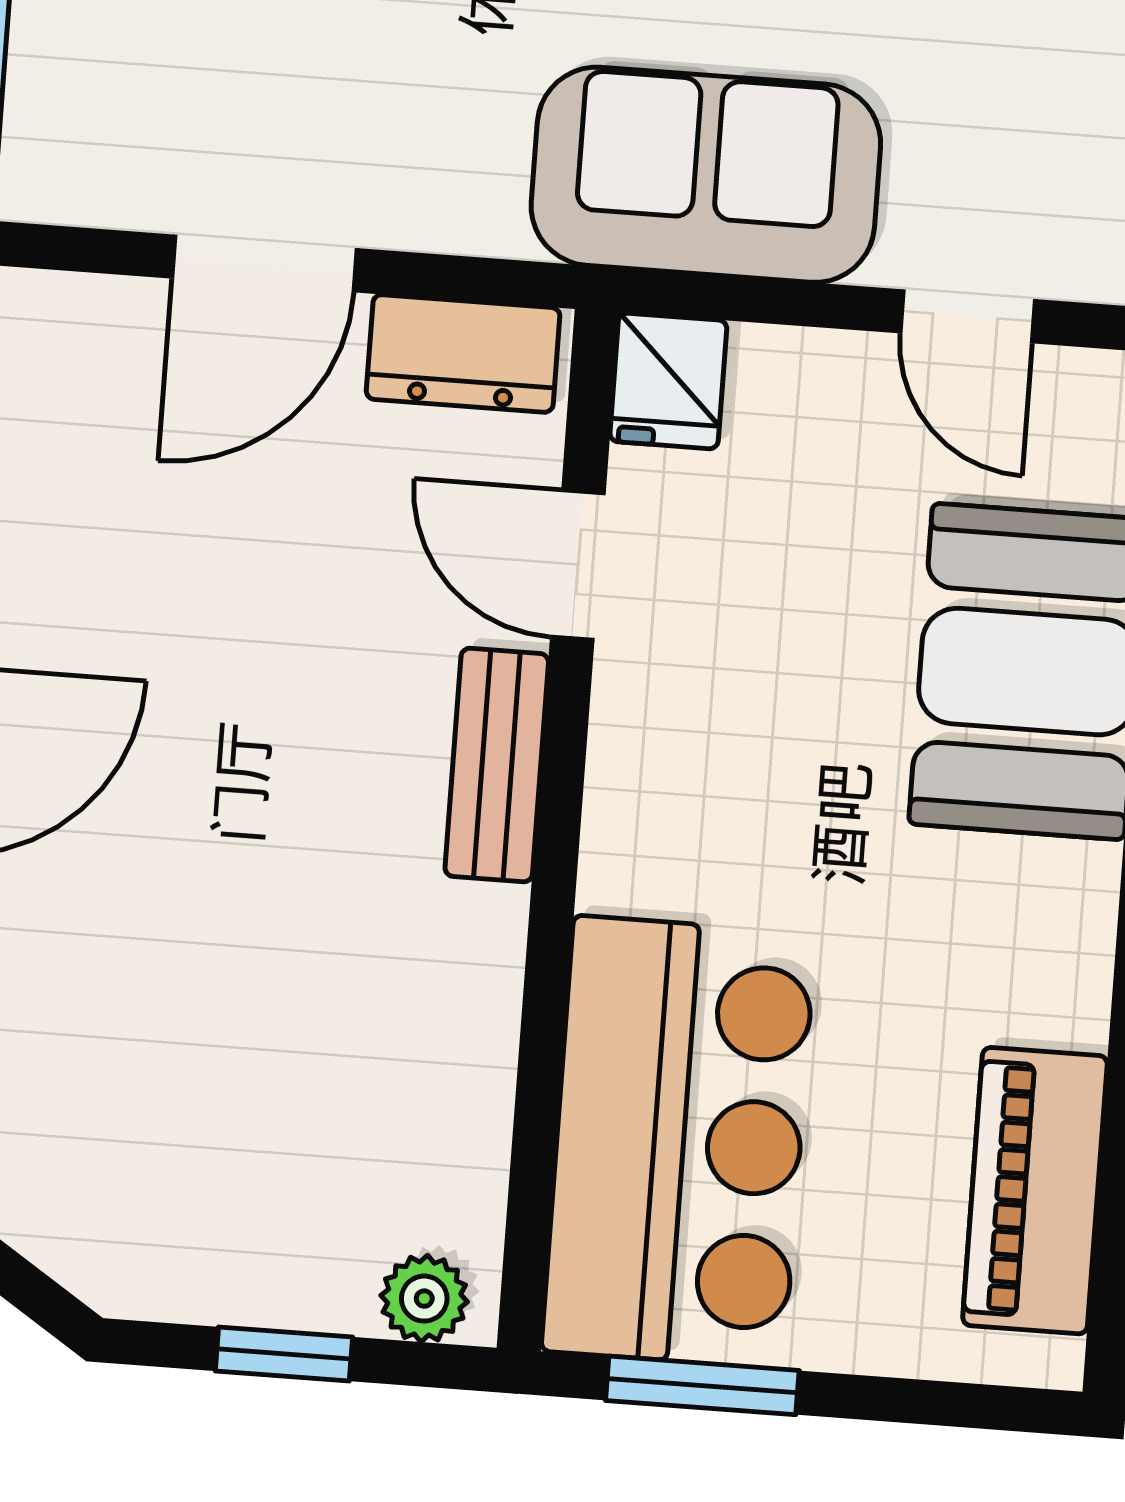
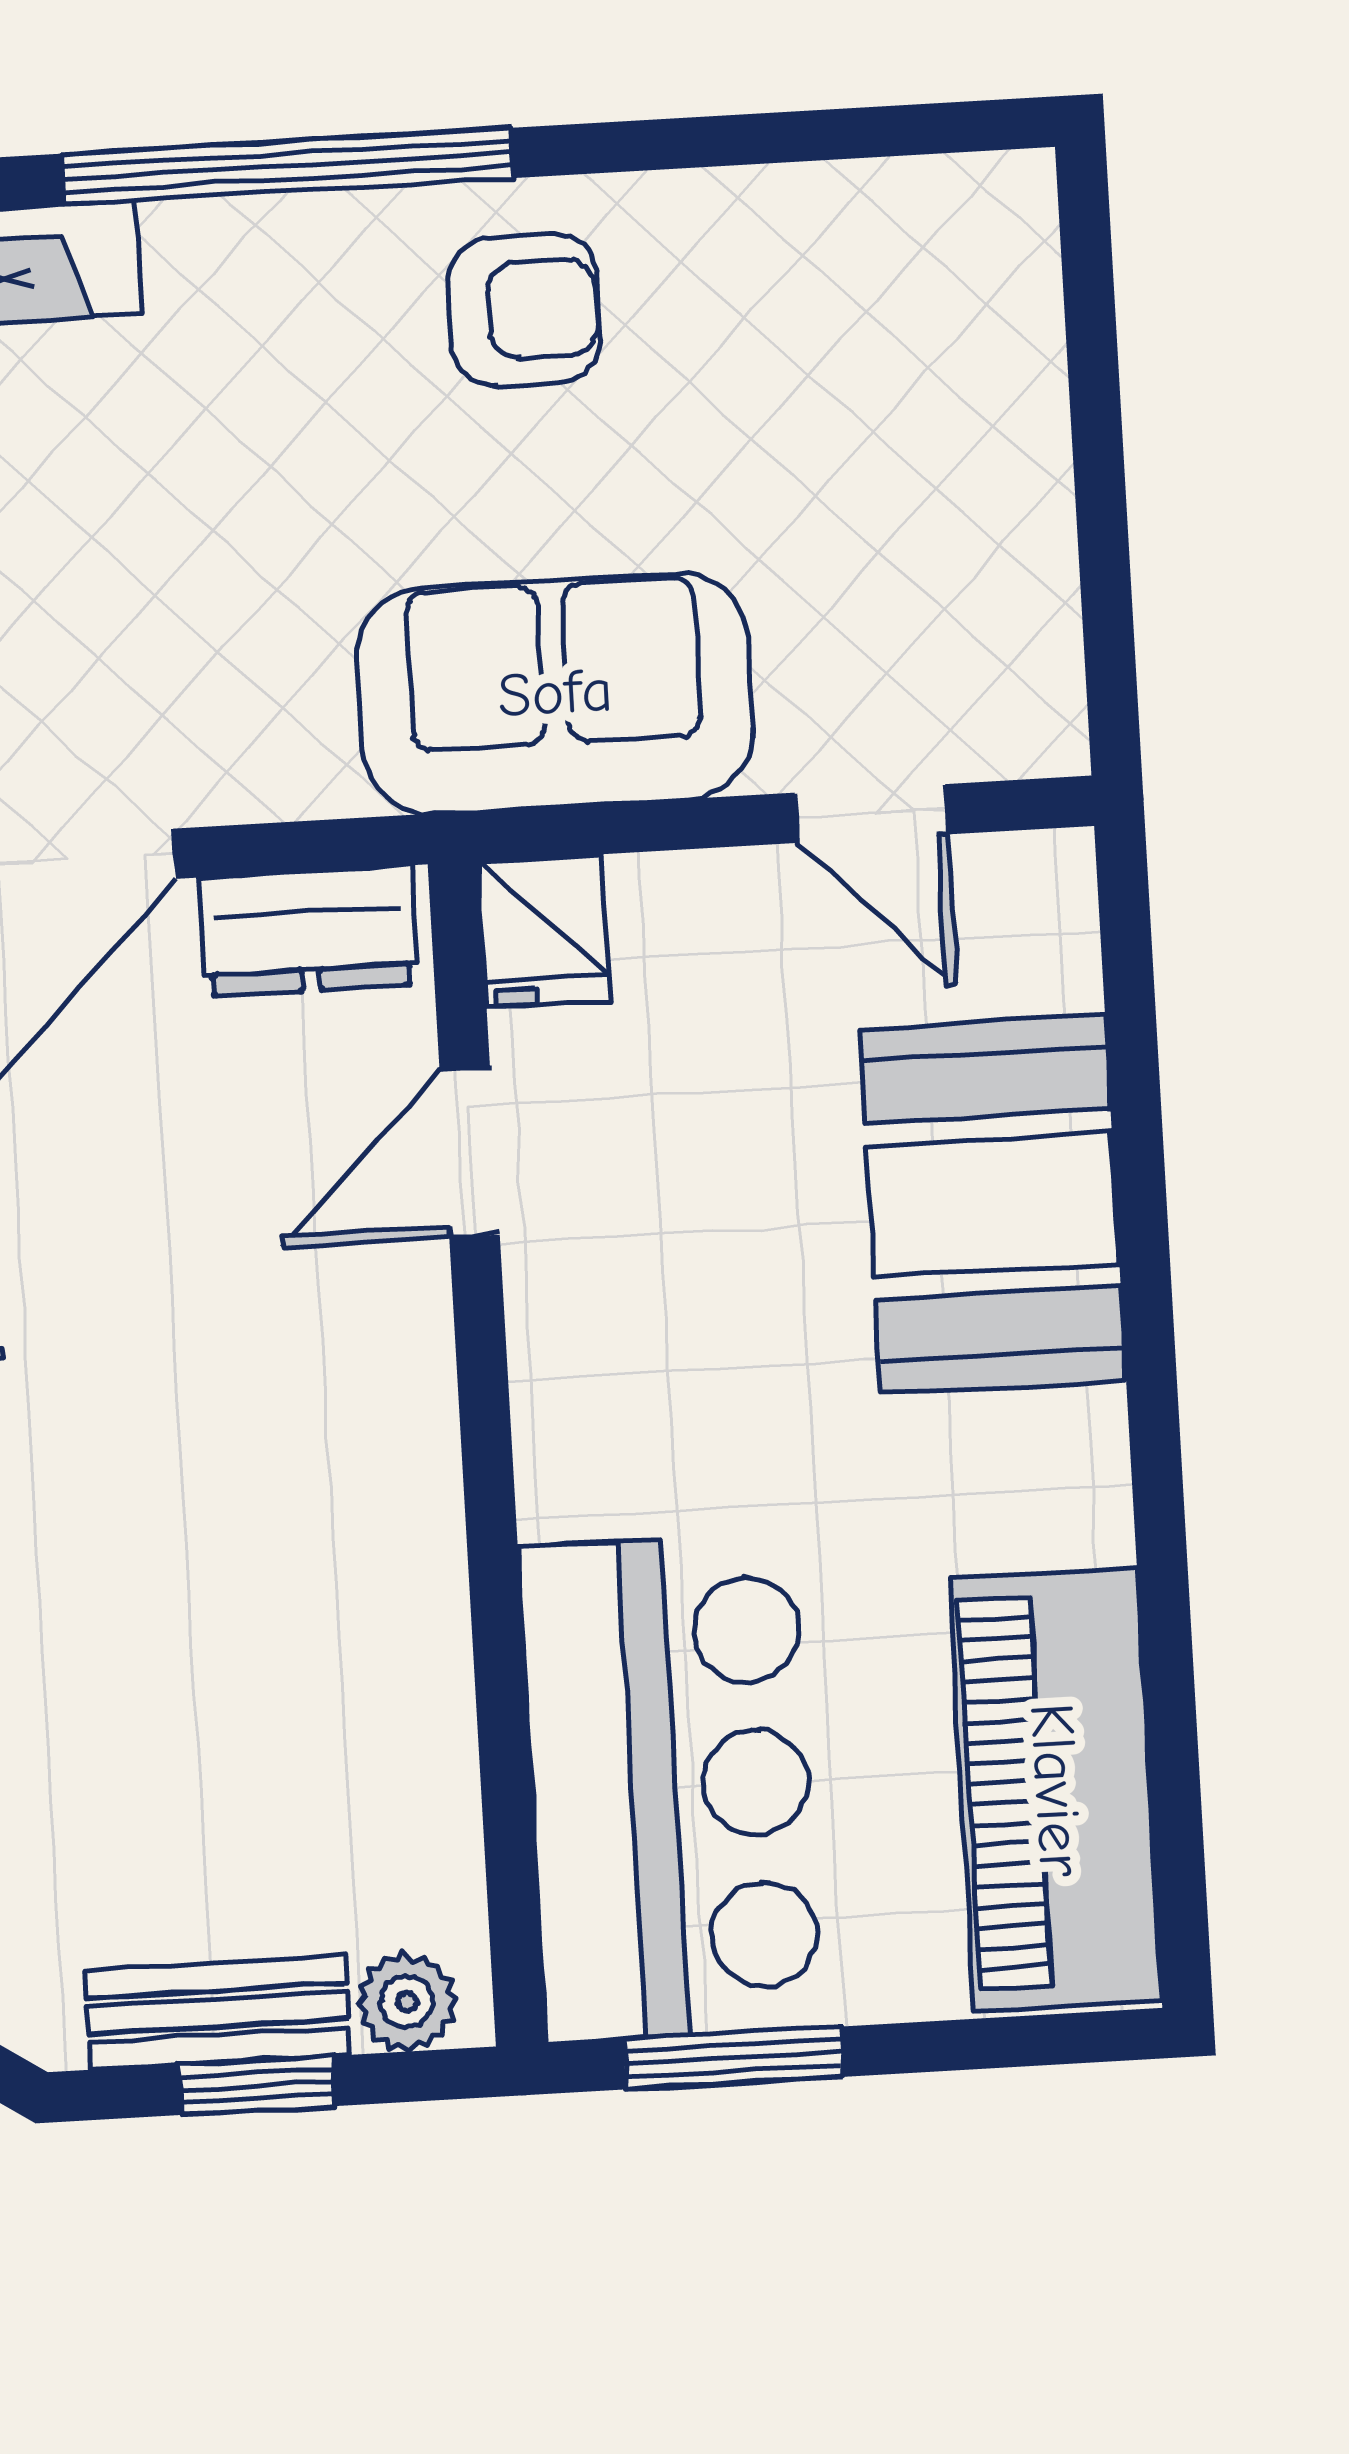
door: (578, 565) -> (470, 1152), hinge flipped
bench: (497, 765) -> (217, 2013), moved, turned 90
piano: (1035, 1191) -> (1056, 1790), width x1.37, depth x1.33

